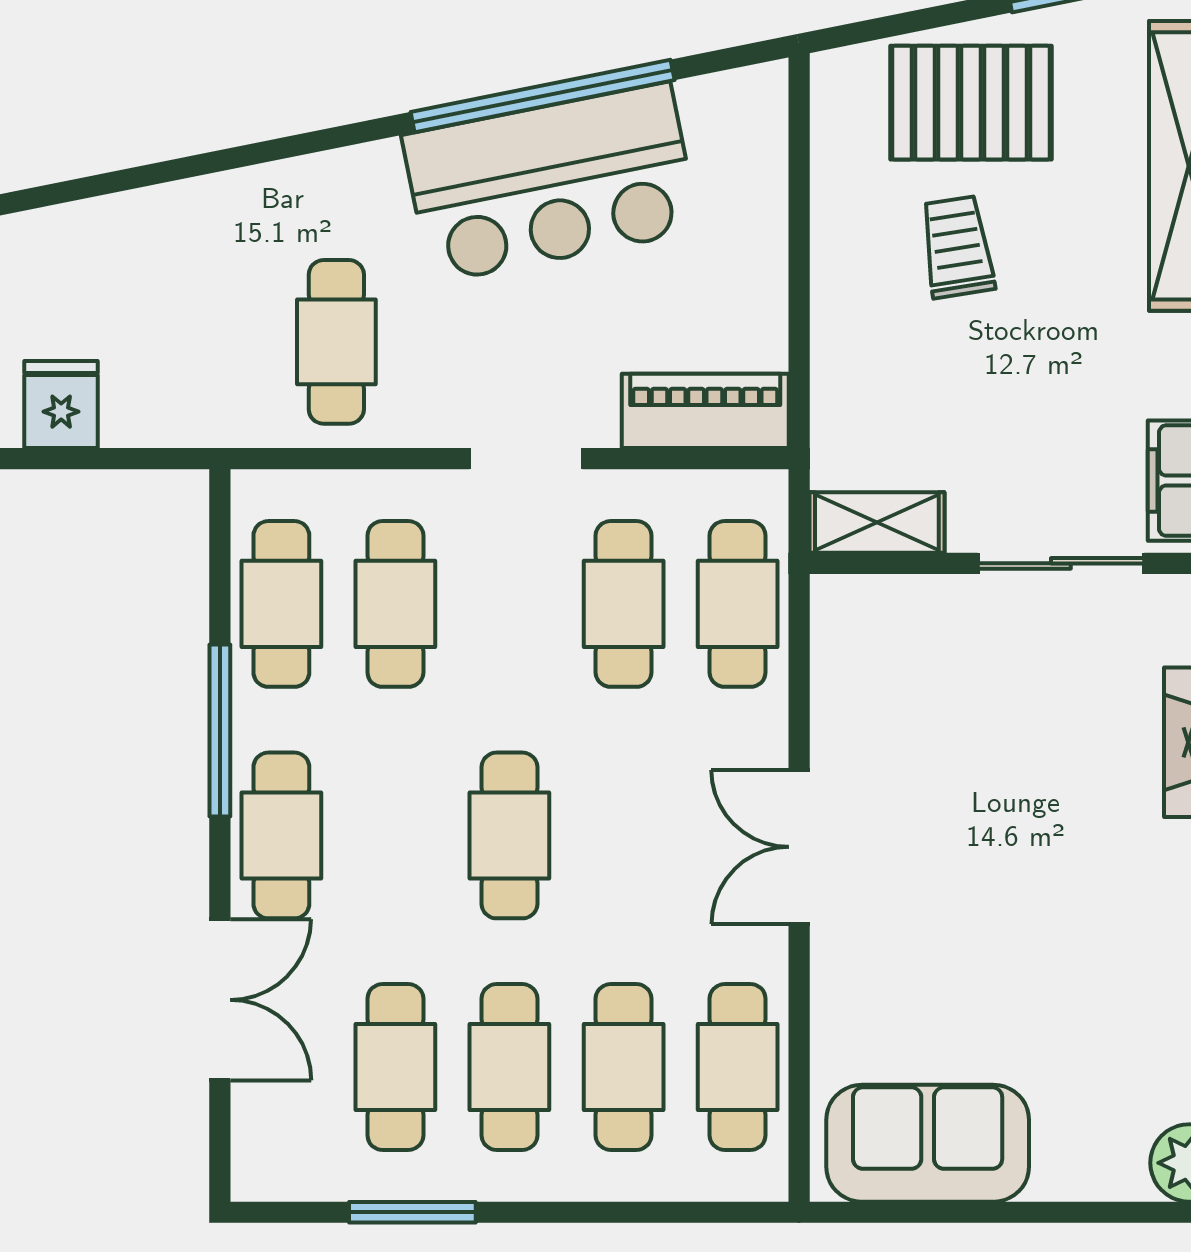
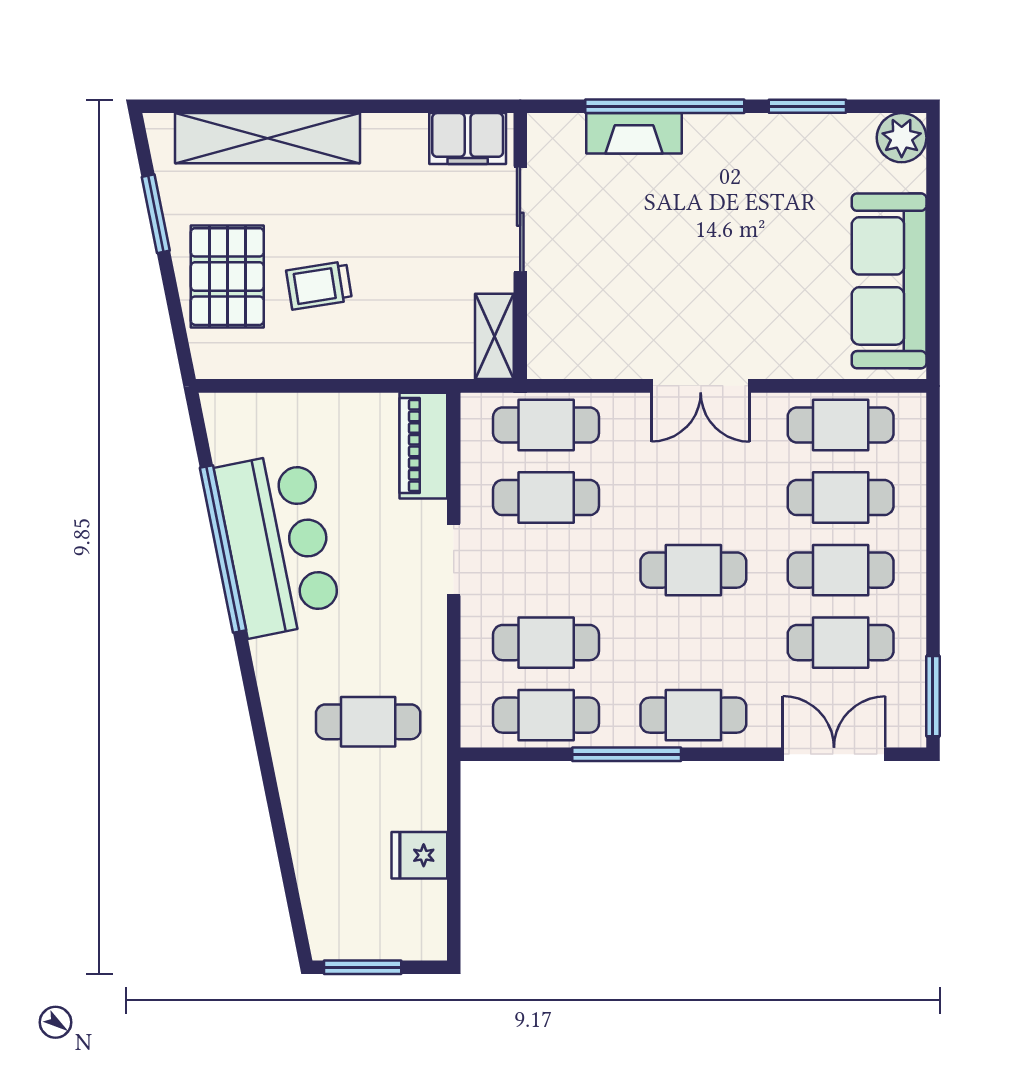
cafe table: (336, 342) -> (368, 722), moved
double door: (220, 1000) -> (834, 754), moved
sofa: (928, 1143) -> (889, 281), width x1.36
window: (412, 1212) -> (933, 696), moved

